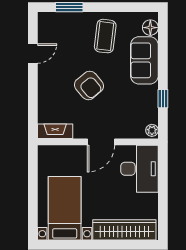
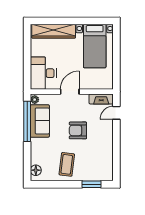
door: (33, 53) -> (116, 113), moved
sofa: (144, 60) -> (40, 121), moved
armchair: (89, 85) -> (78, 130), turned -50
window: (163, 99) -> (27, 121), width x3.17

